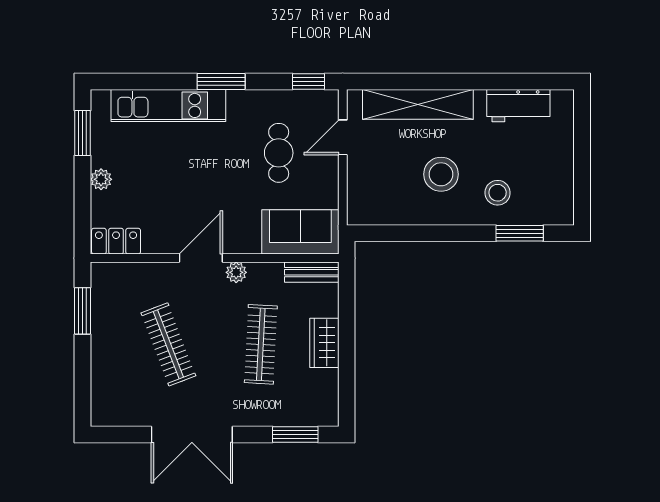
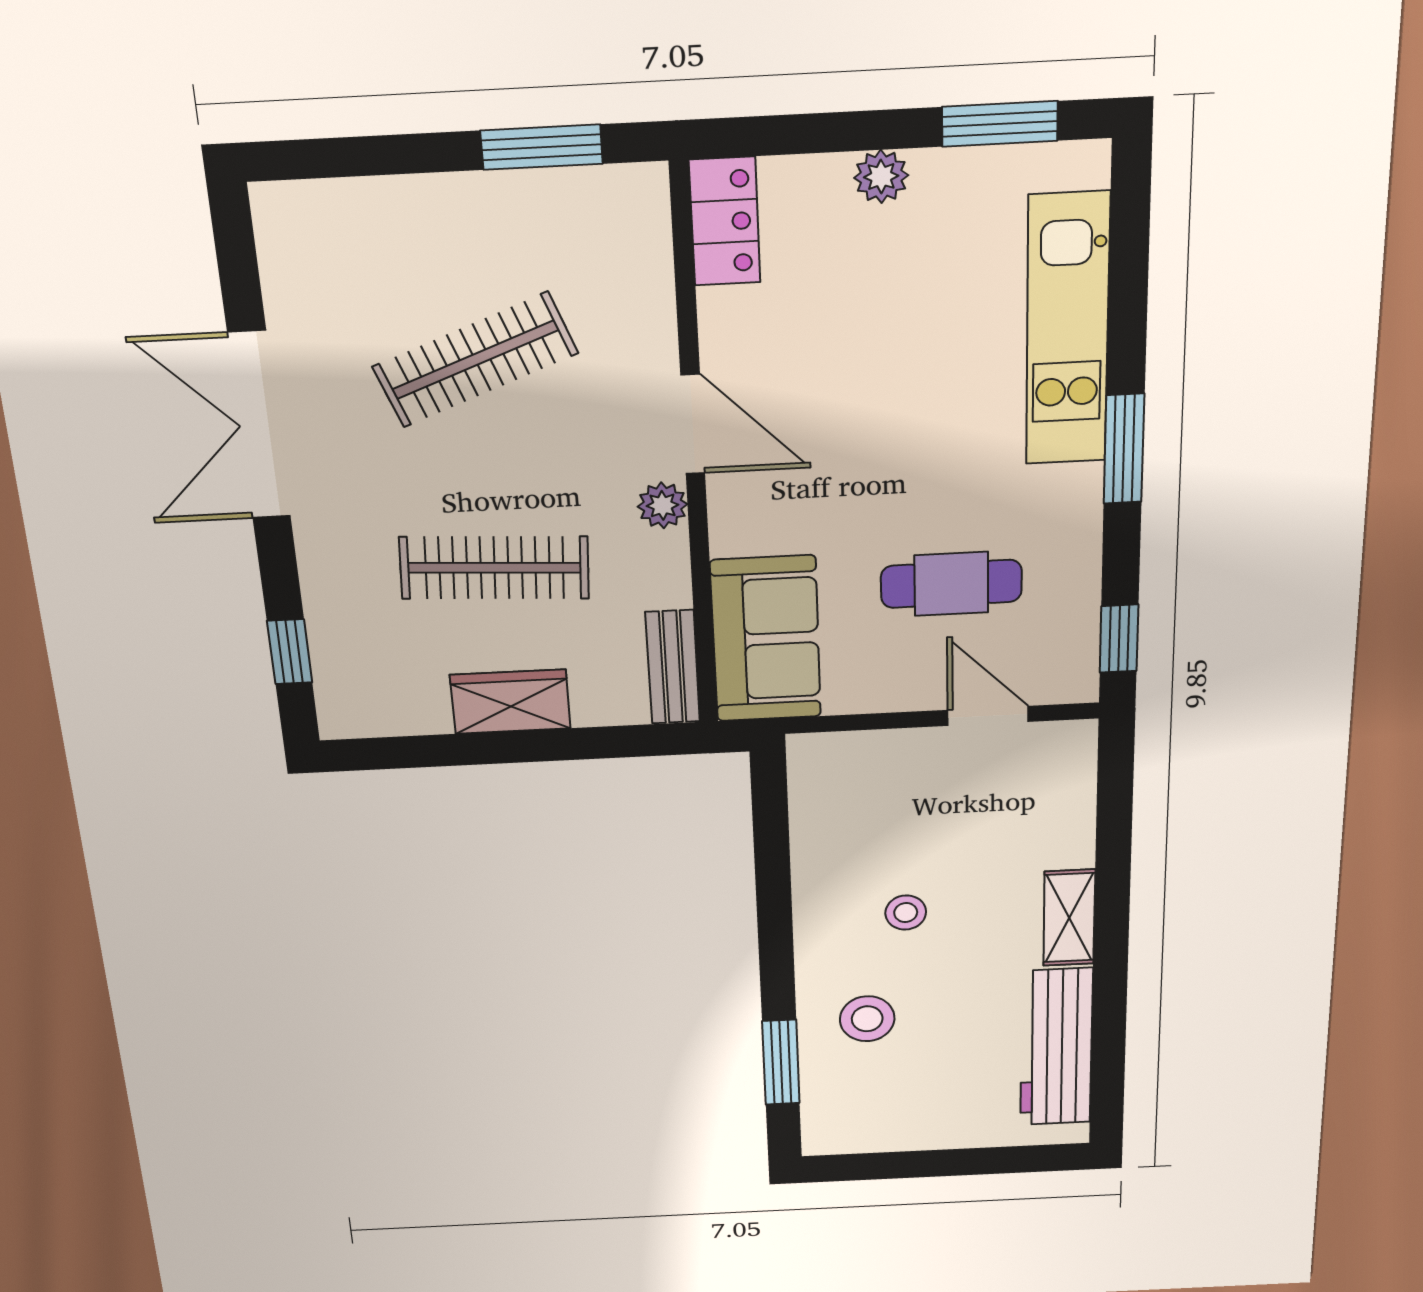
shelving: (418, 104) -> (1069, 918), width x0.45, depth x0.75
workbench: (518, 106) -> (1056, 1047), width x1.38
stool: (441, 174) -> (906, 913), width x0.53, depth x0.53
window: (295, 435) -> (290, 652), width x0.67

